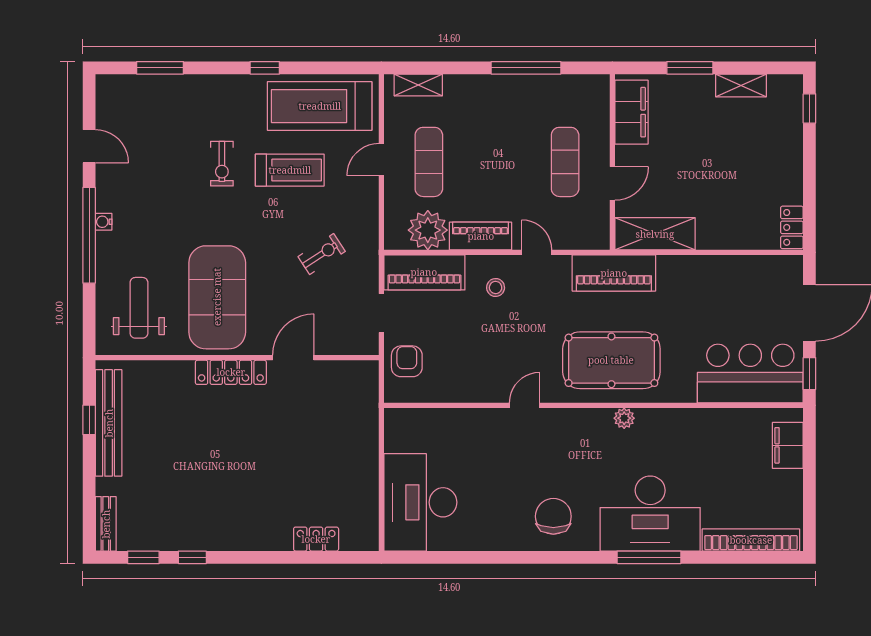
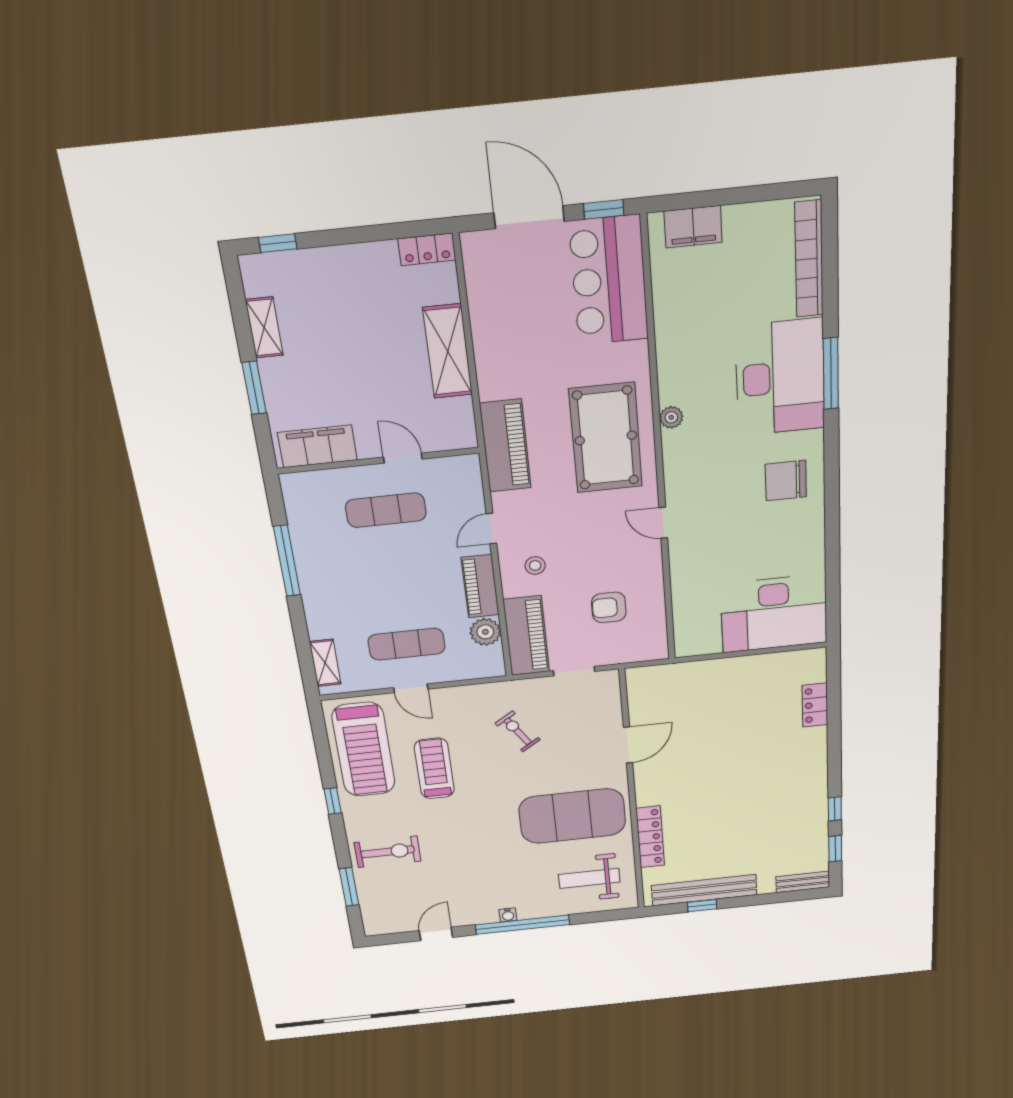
exercise bike: (222, 164) -> (388, 852), moved, width x1.38, depth x1.39
plant: (428, 230) -> (485, 632), width x0.73, depth x0.73
shelving: (655, 234) -> (448, 351), moved
door: (293, 358) -> (628, 745), swing flipped
armchair: (407, 361) -> (609, 607), moved
locker: (231, 372) -> (650, 837), moved

